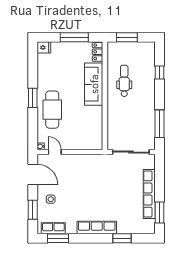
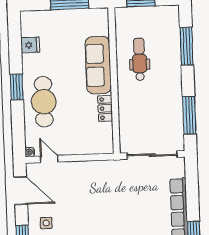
fridge: (44, 47) -> (30, 45), moved
locker: (98, 52) -> (105, 108), moved
window: (159, 72) -> (187, 46), width x2.17

